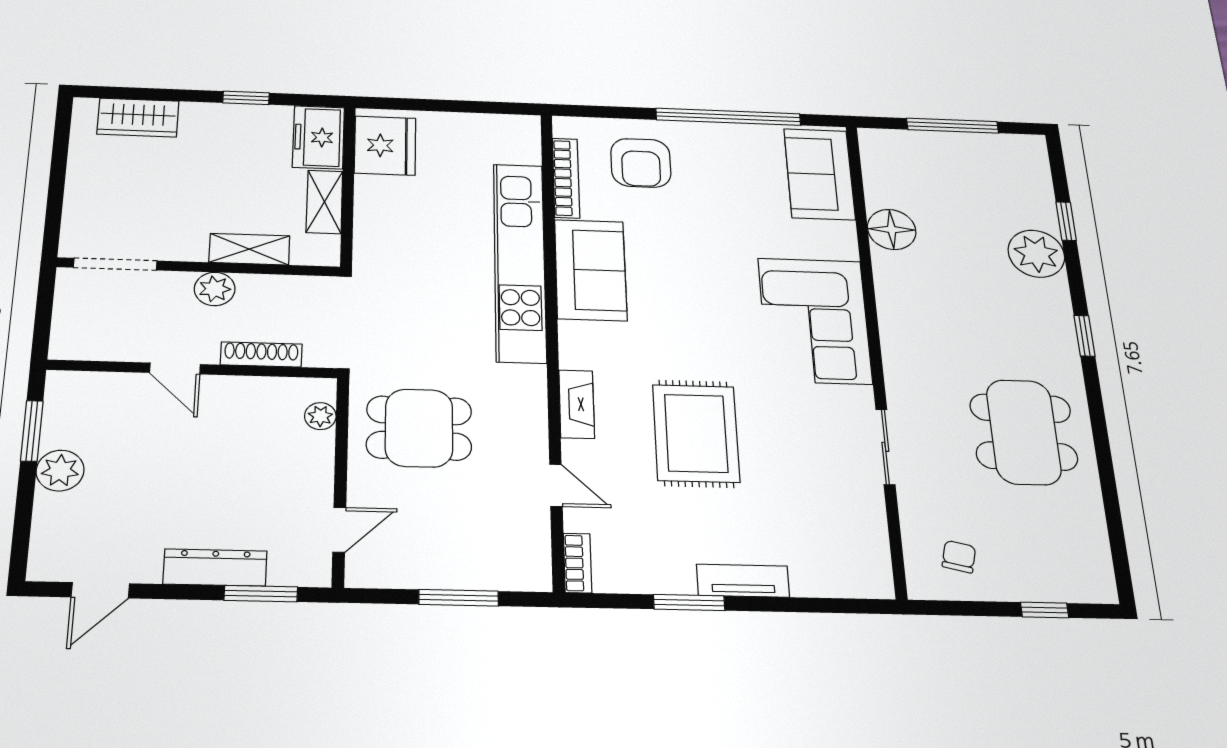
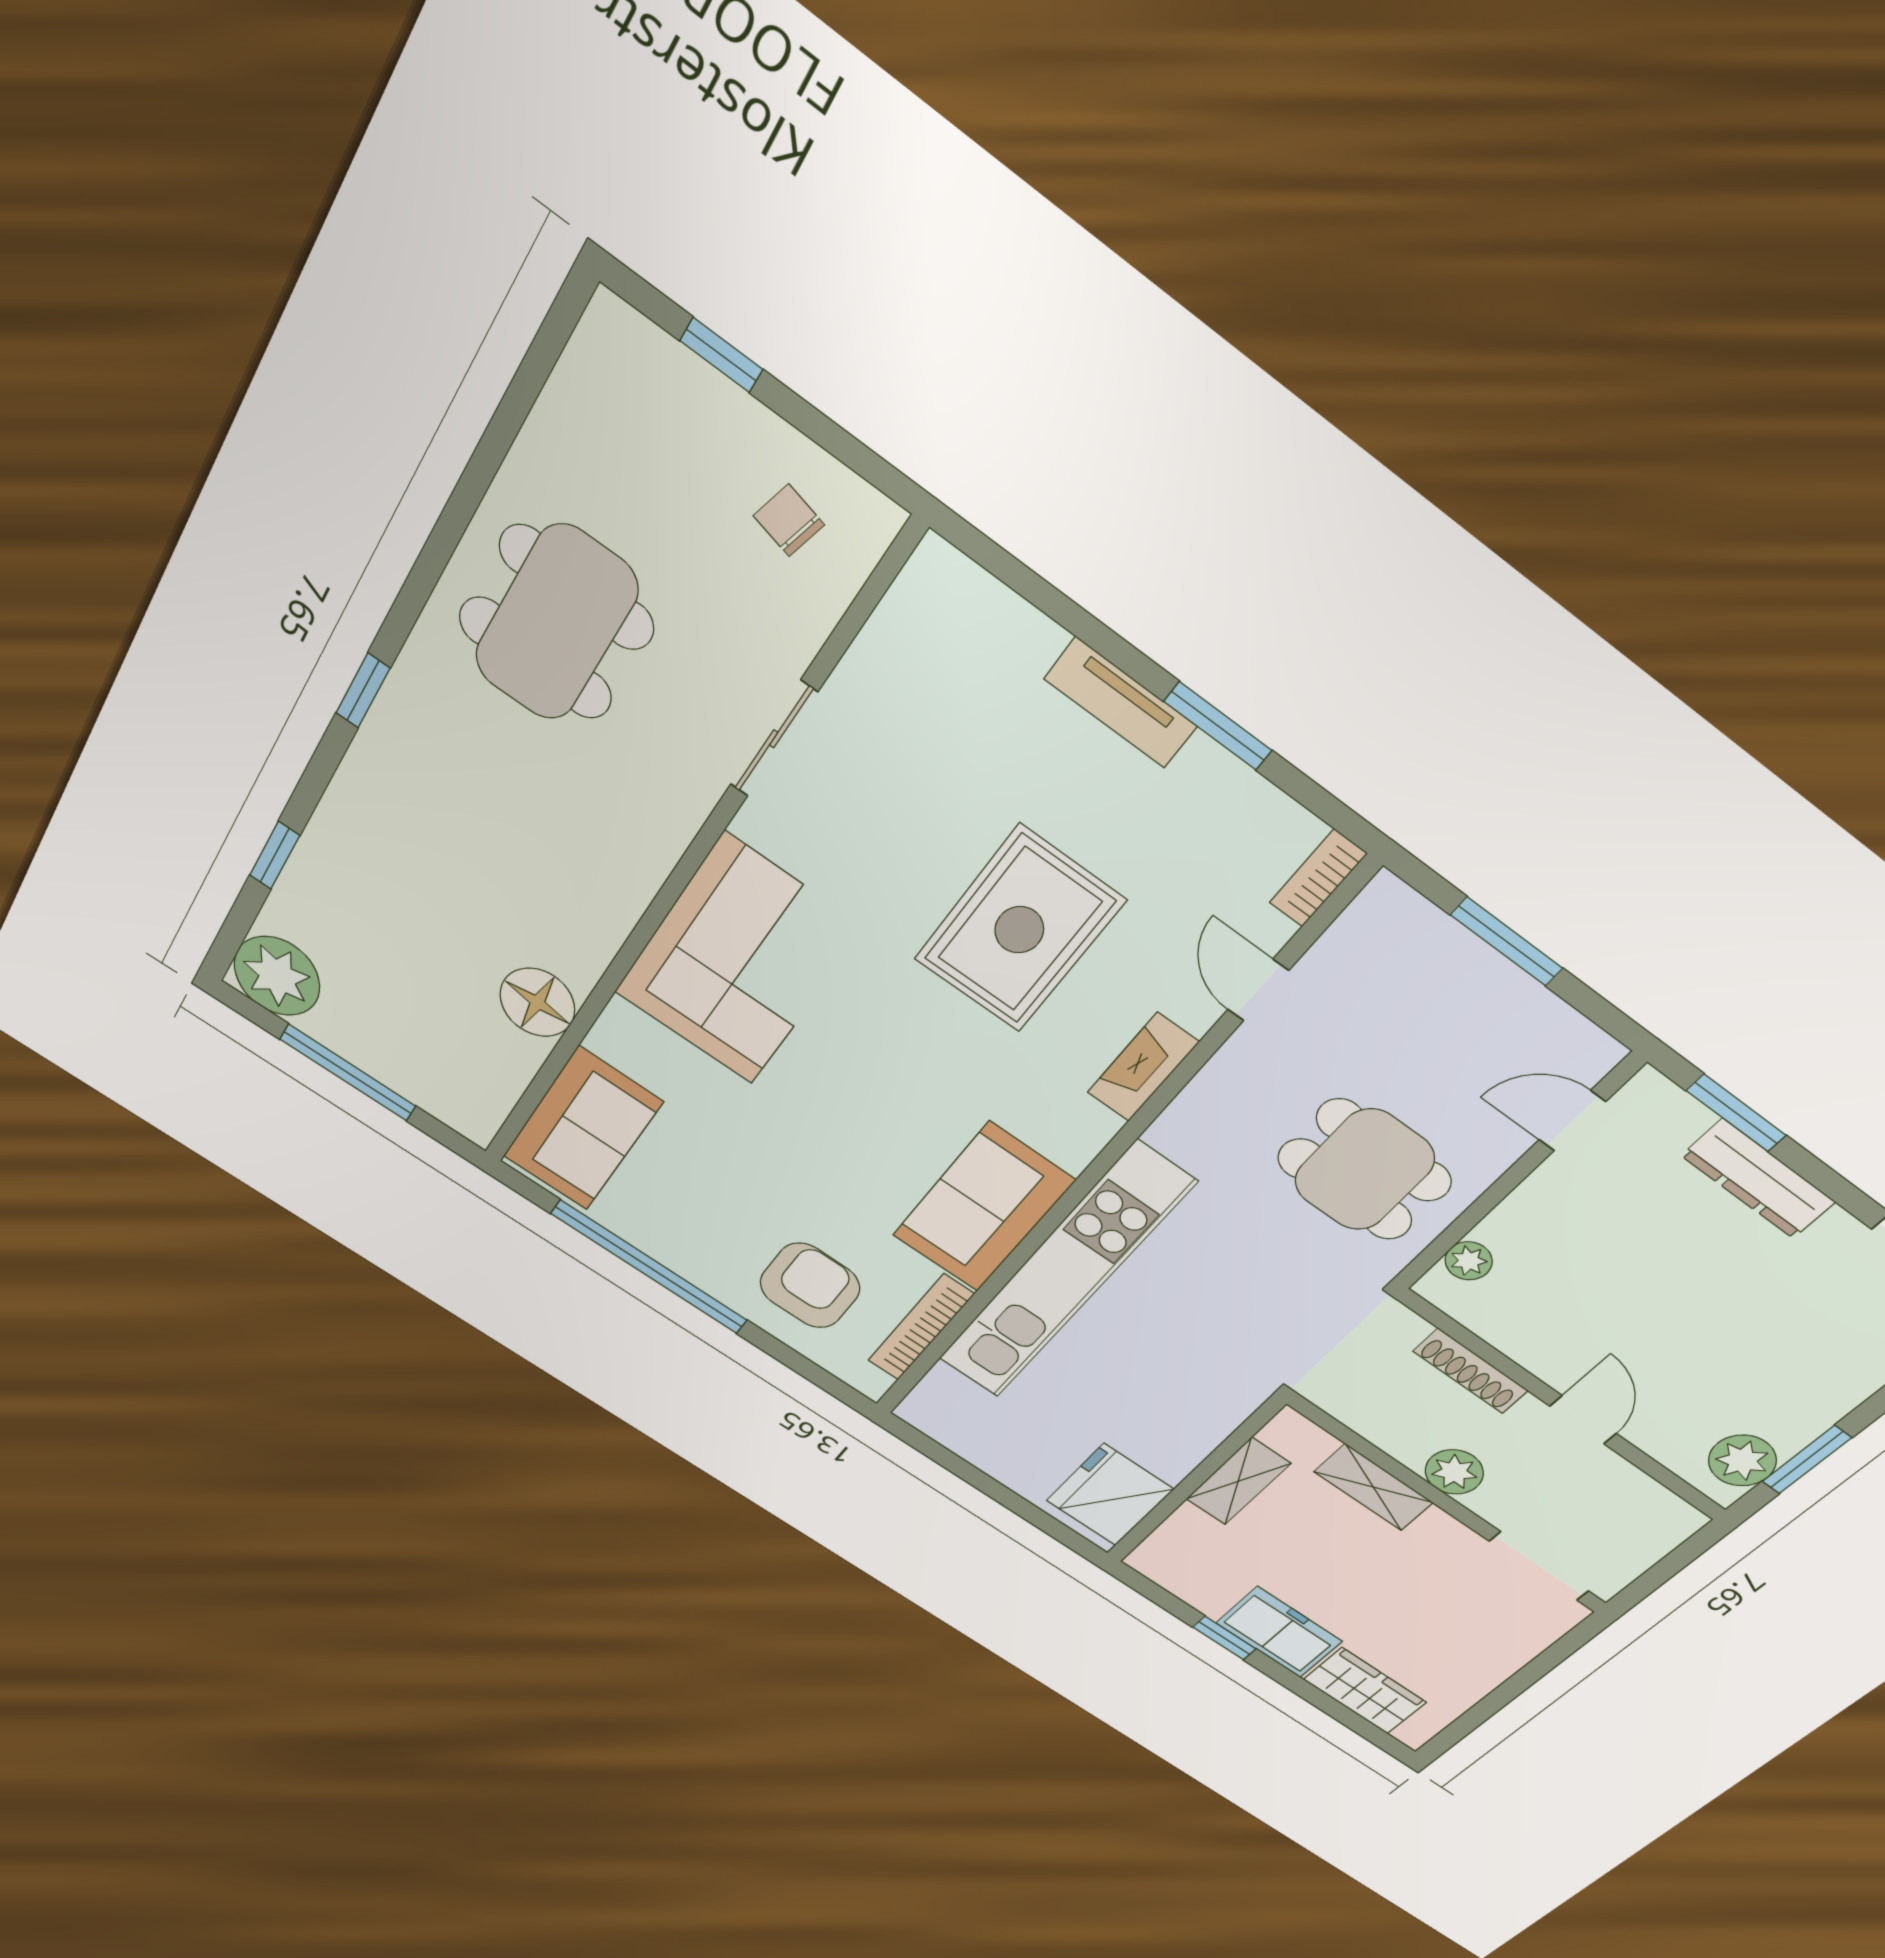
freezer: (318, 137) -> (1279, 1632), moved, turned -90
plant: (1036, 254) -> (277, 976), moved
plant: (60, 471) -> (1742, 1461), moved
chair: (959, 557) -> (789, 520), turned 91

